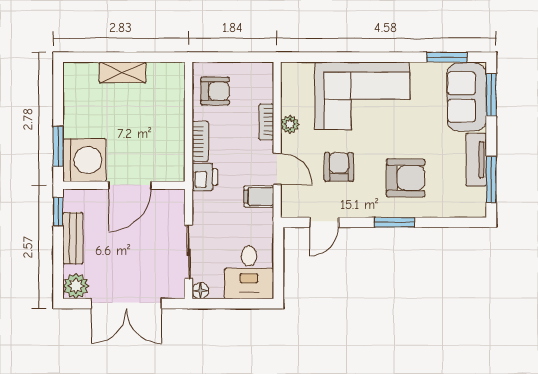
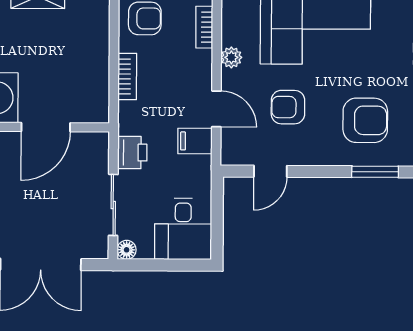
bookcase: (266, 122) -> (204, 27), moved
armchair: (339, 167) -> (288, 107), turned -90
printer: (205, 177) -> (132, 153), moved
window: (395, 222) -> (375, 172), moved

